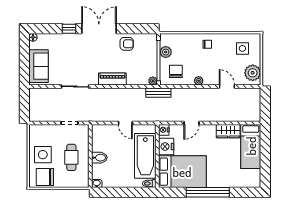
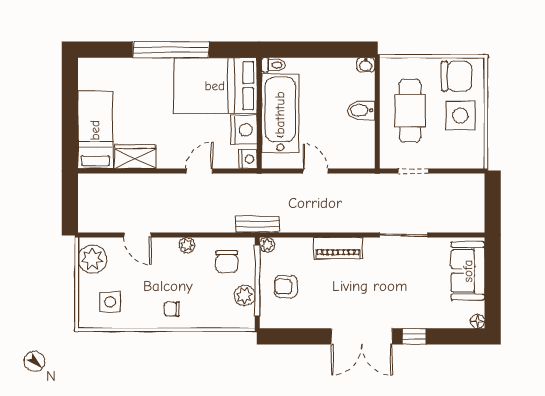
armchair: (127, 44) -> (286, 287), moved
cafe table: (71, 157) -> (410, 111), width x1.37, depth x1.35

